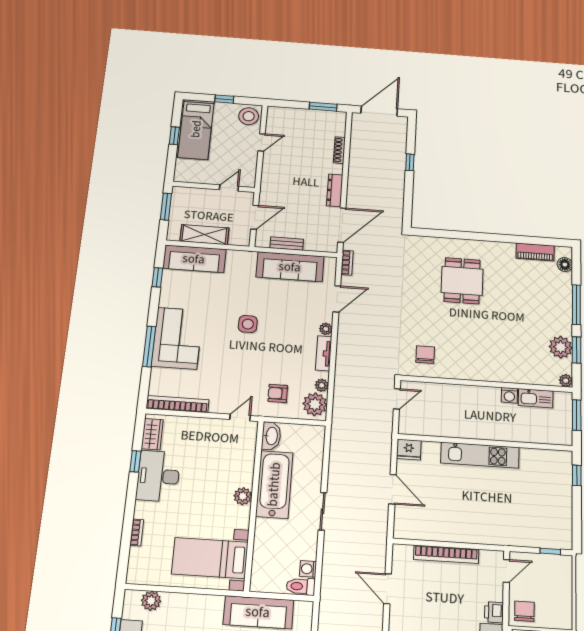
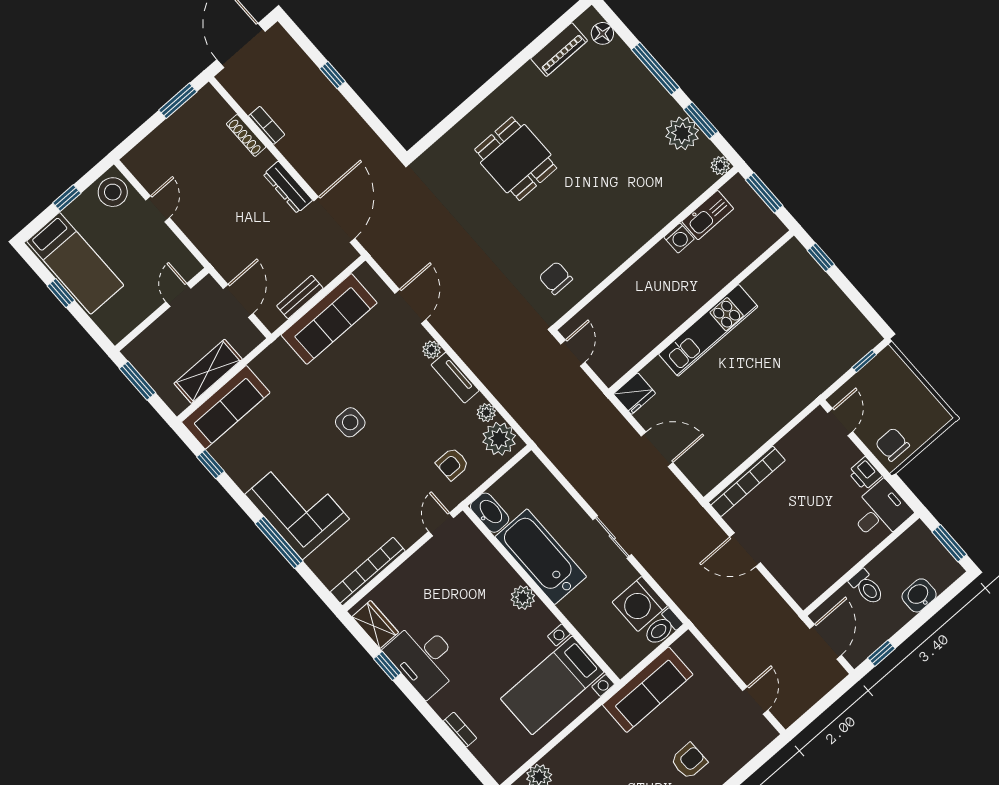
bookcase: (347, 263) -> (267, 125), moved
bookcase: (446, 554) -> (747, 481), moved
washing machine: (308, 569) -> (640, 604), width x1.89, depth x1.89

